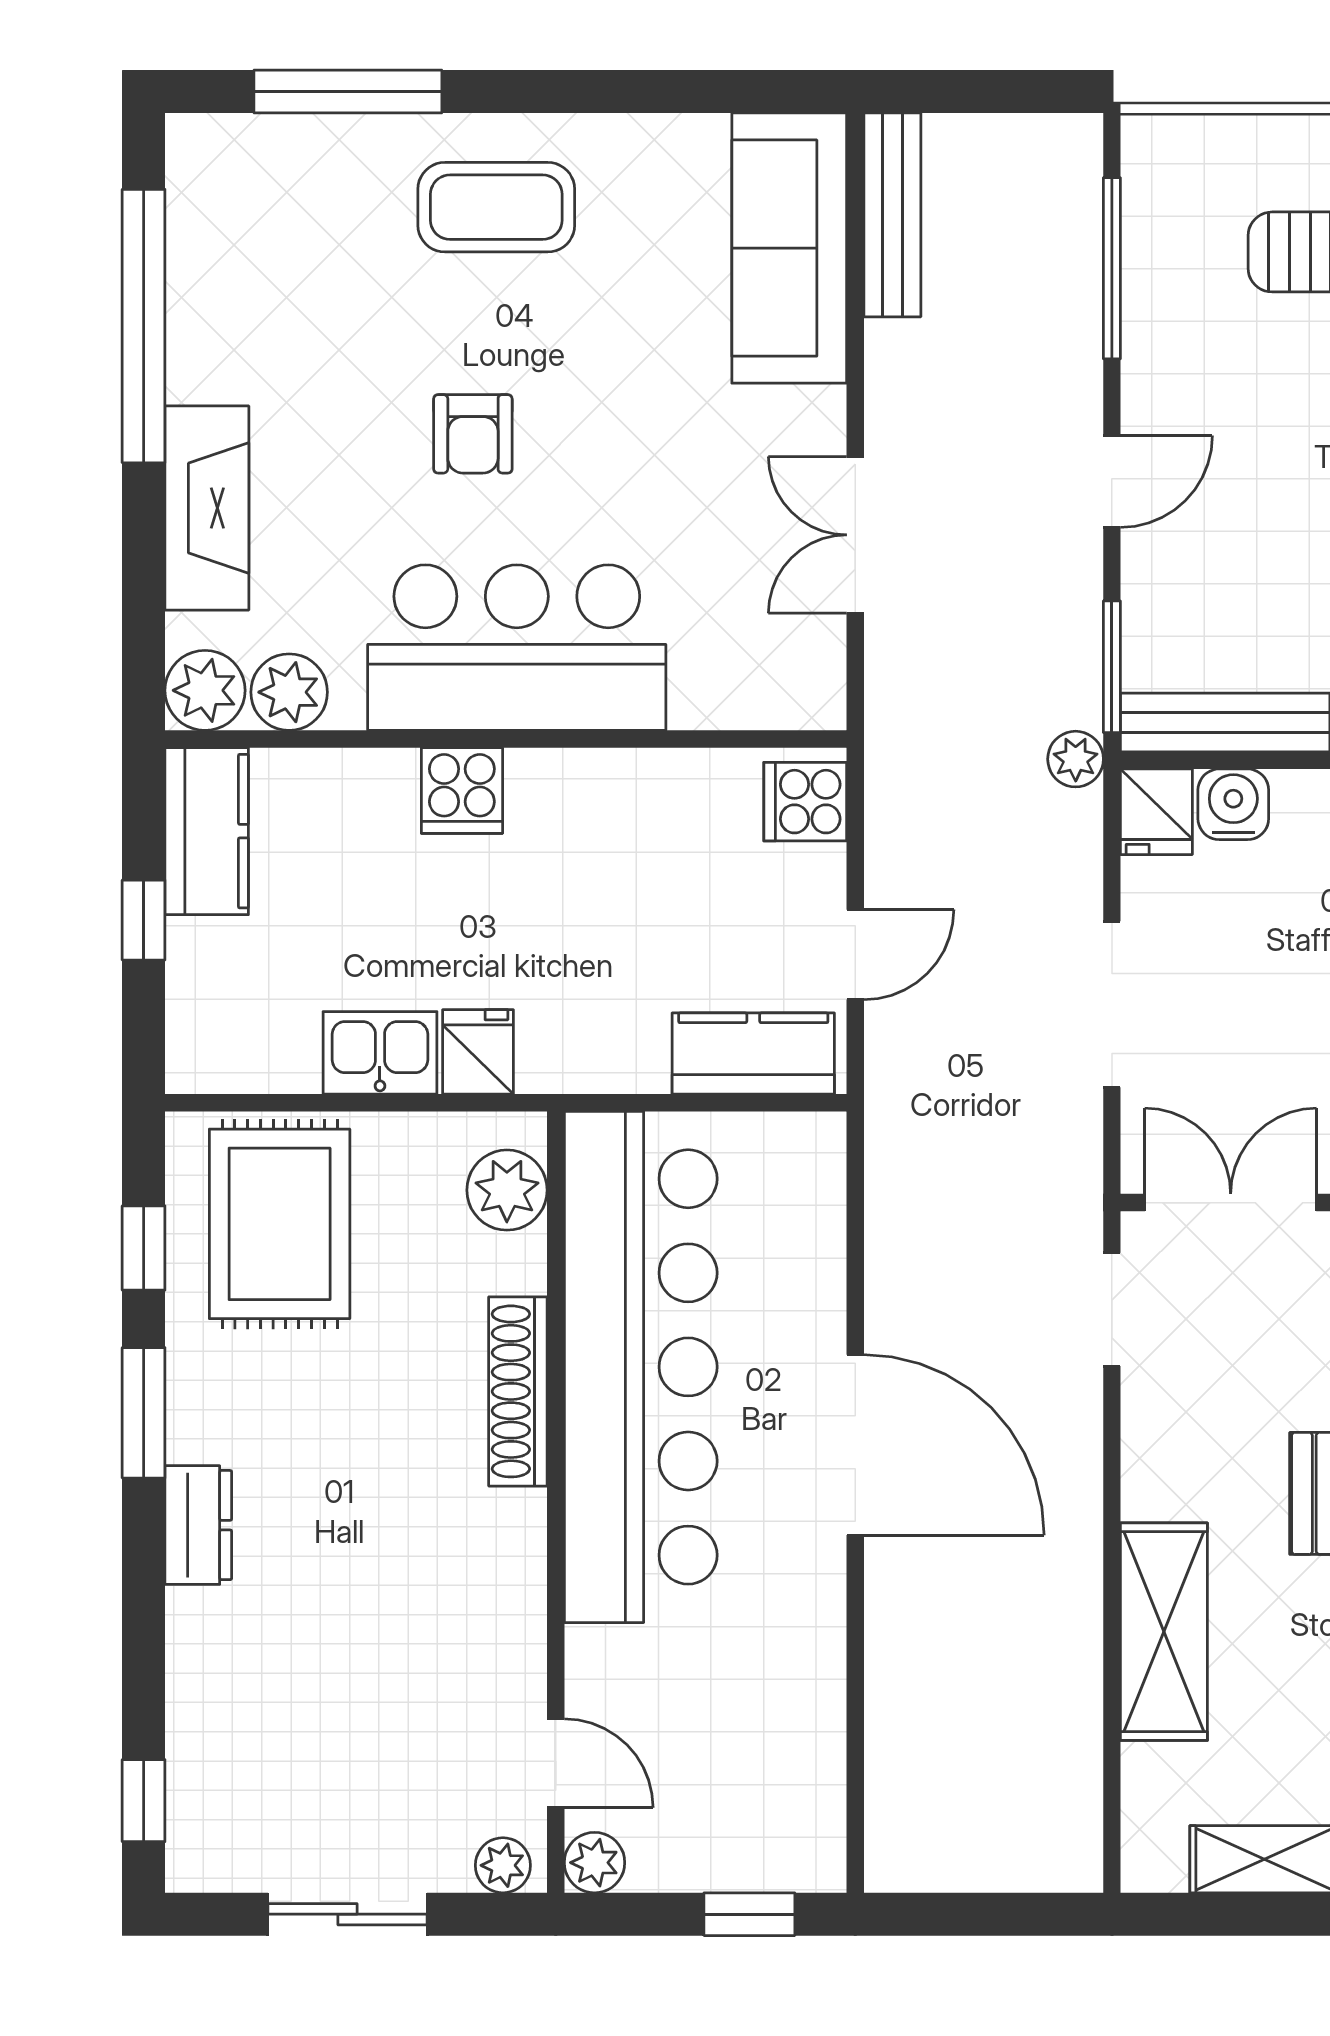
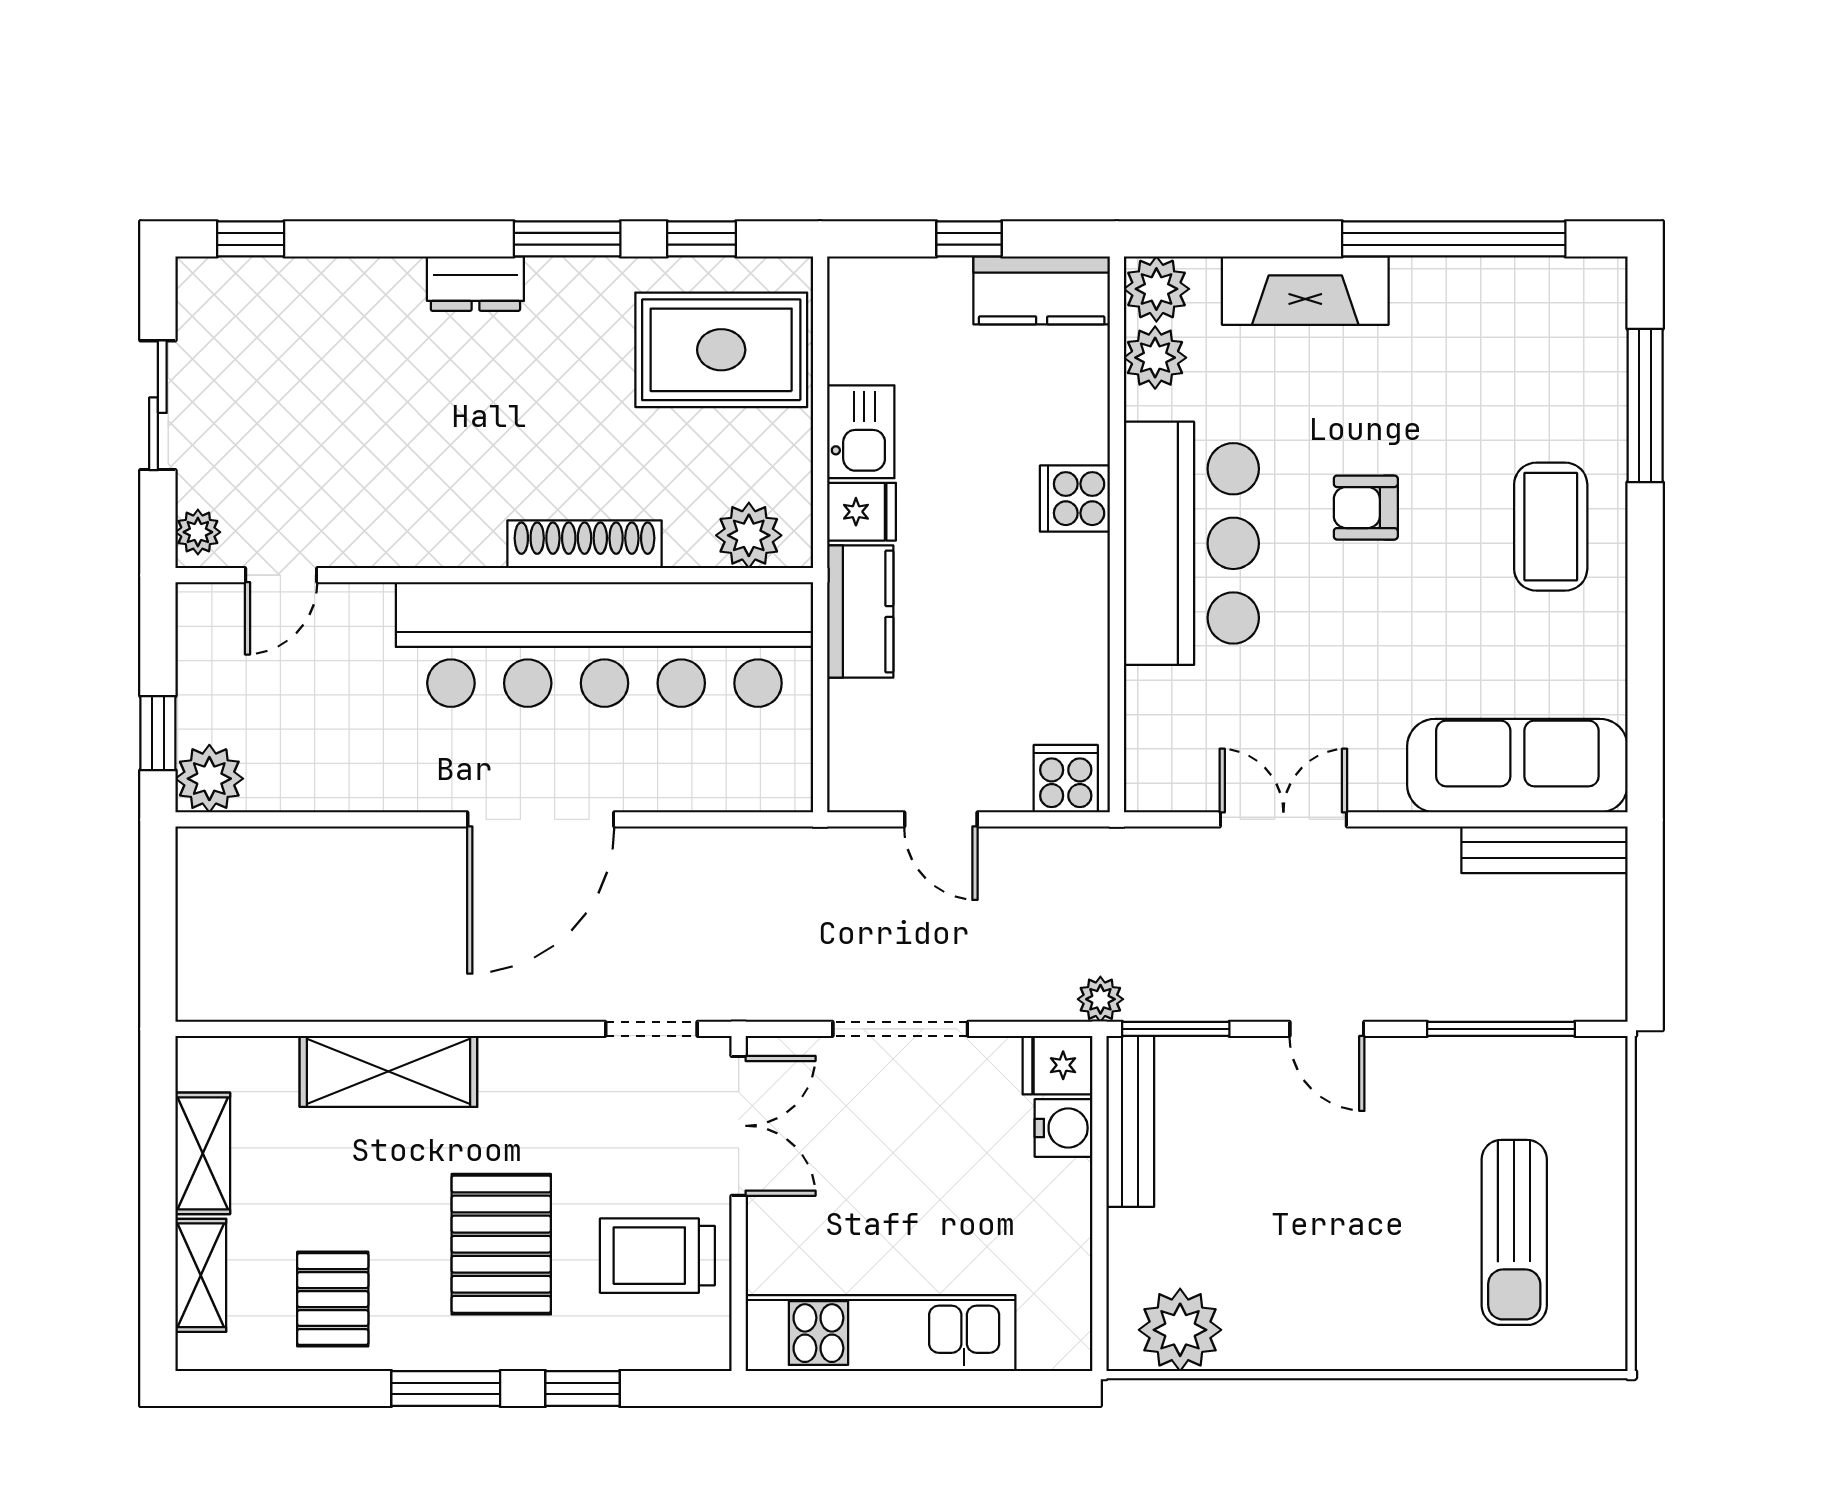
kitchen counter: (753, 1054) -> (860, 611), moved
plant: (594, 1863) -> (209, 779), moved, width x1.38, depth x1.38

